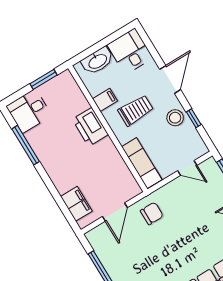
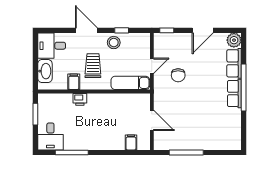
printer: (90, 127) -> (80, 99), width x0.53, depth x0.68
door: (187, 168) -> (152, 66), moved
filing cabinet: (76, 204) -> (131, 142), width x0.50
chair: (152, 213) -> (178, 75), moved, turned 180

